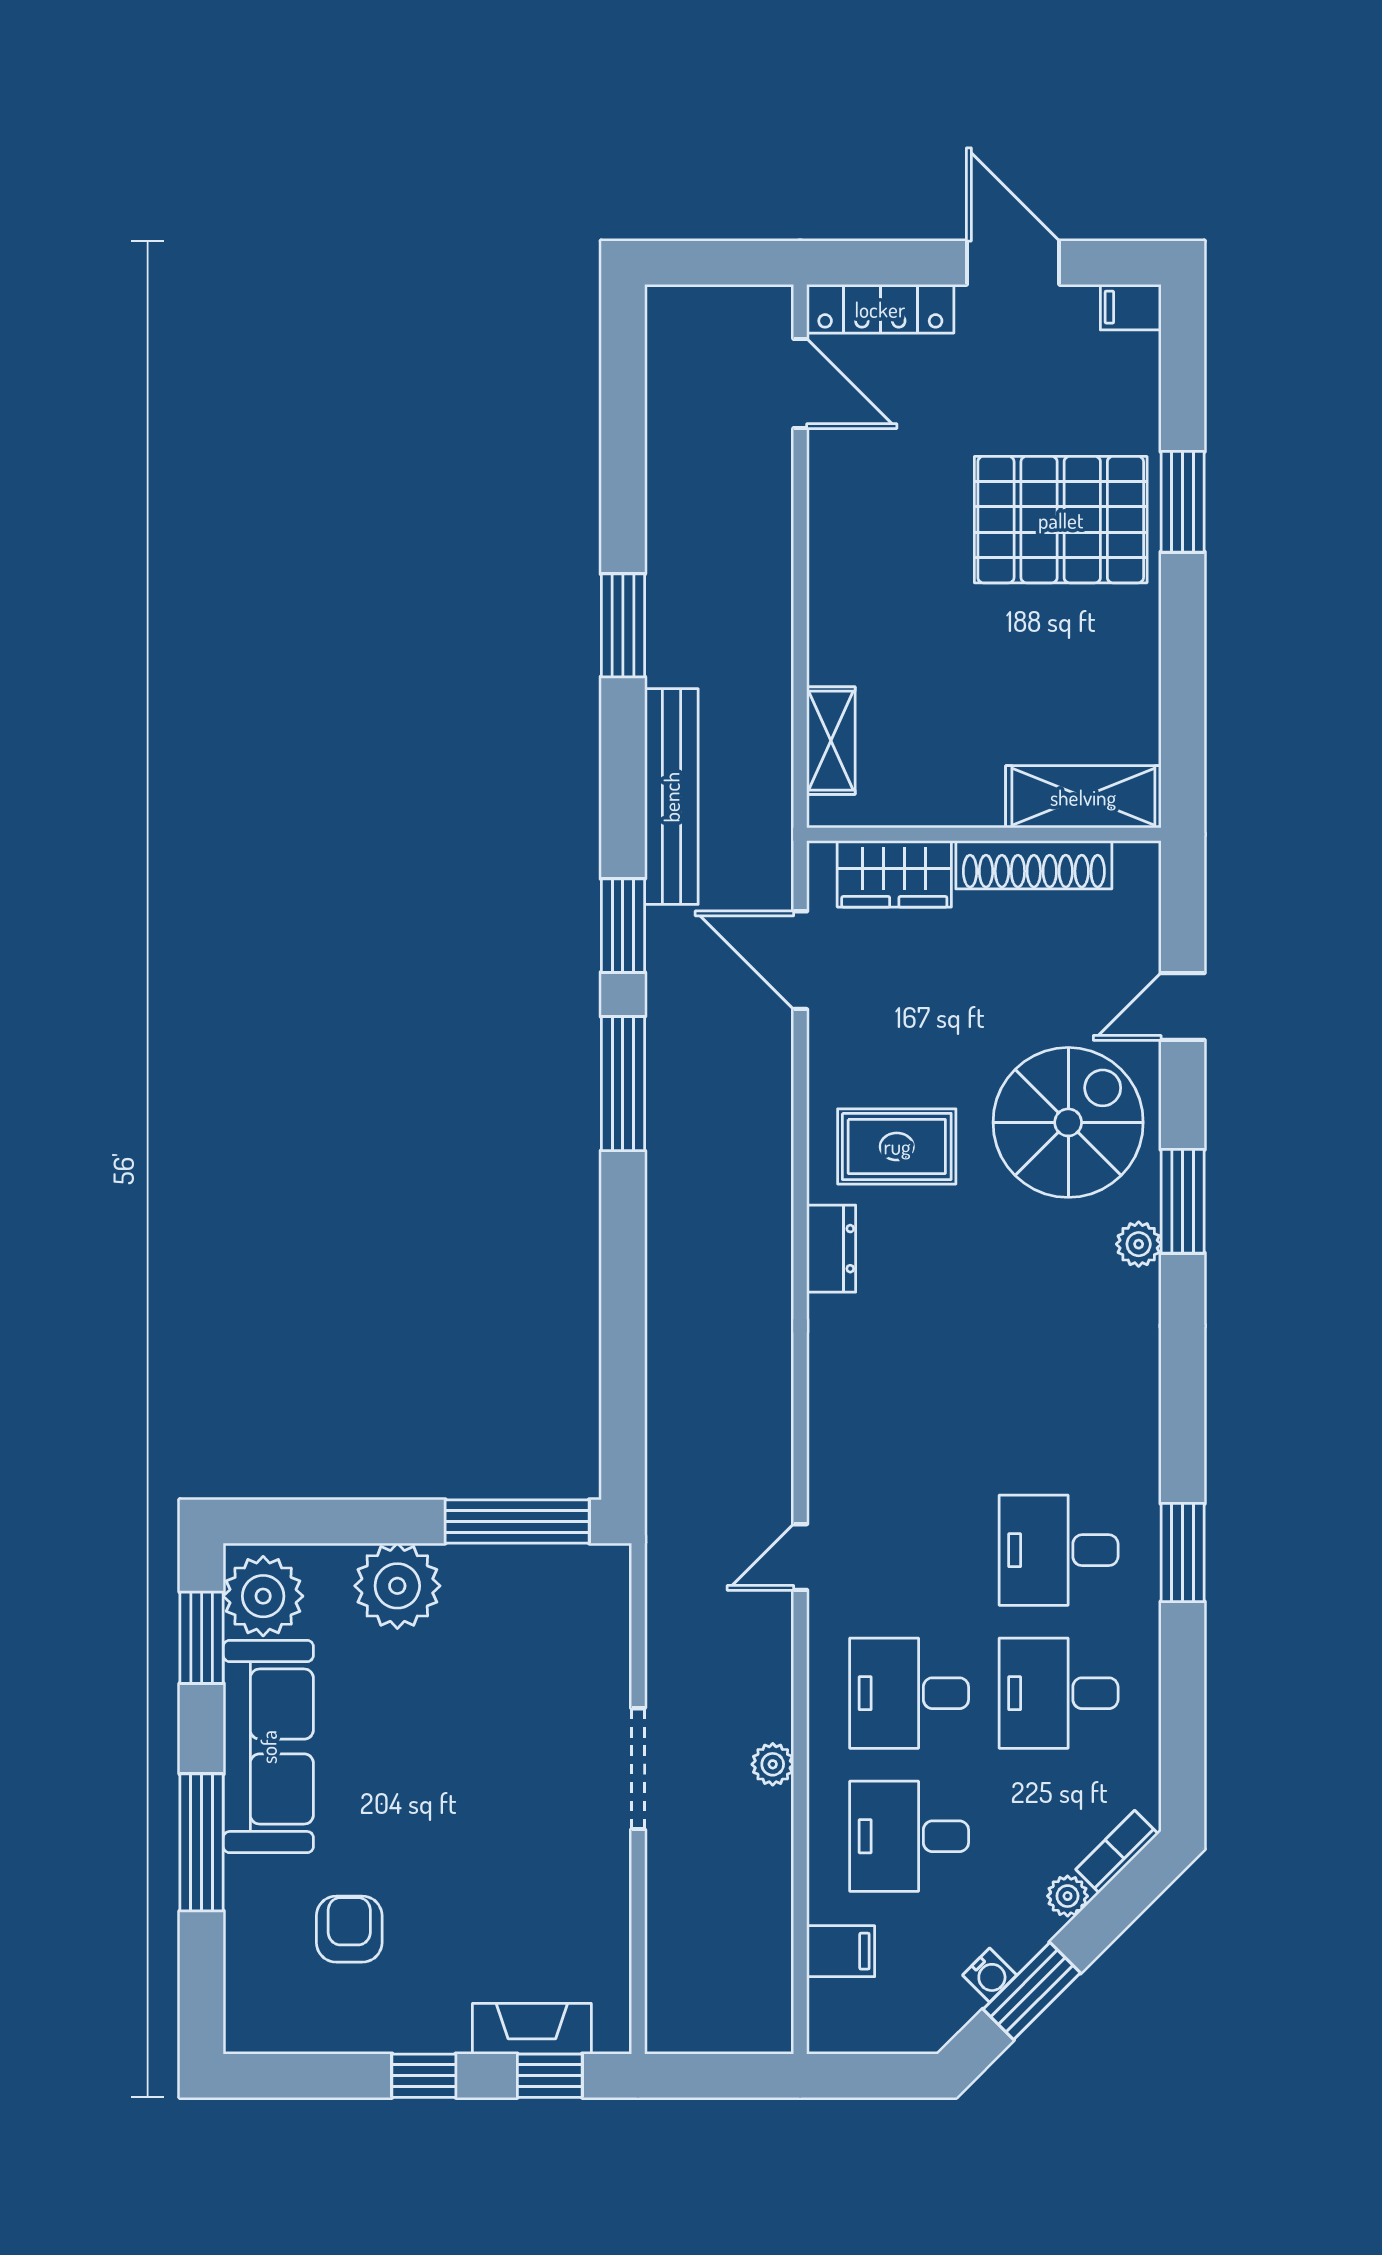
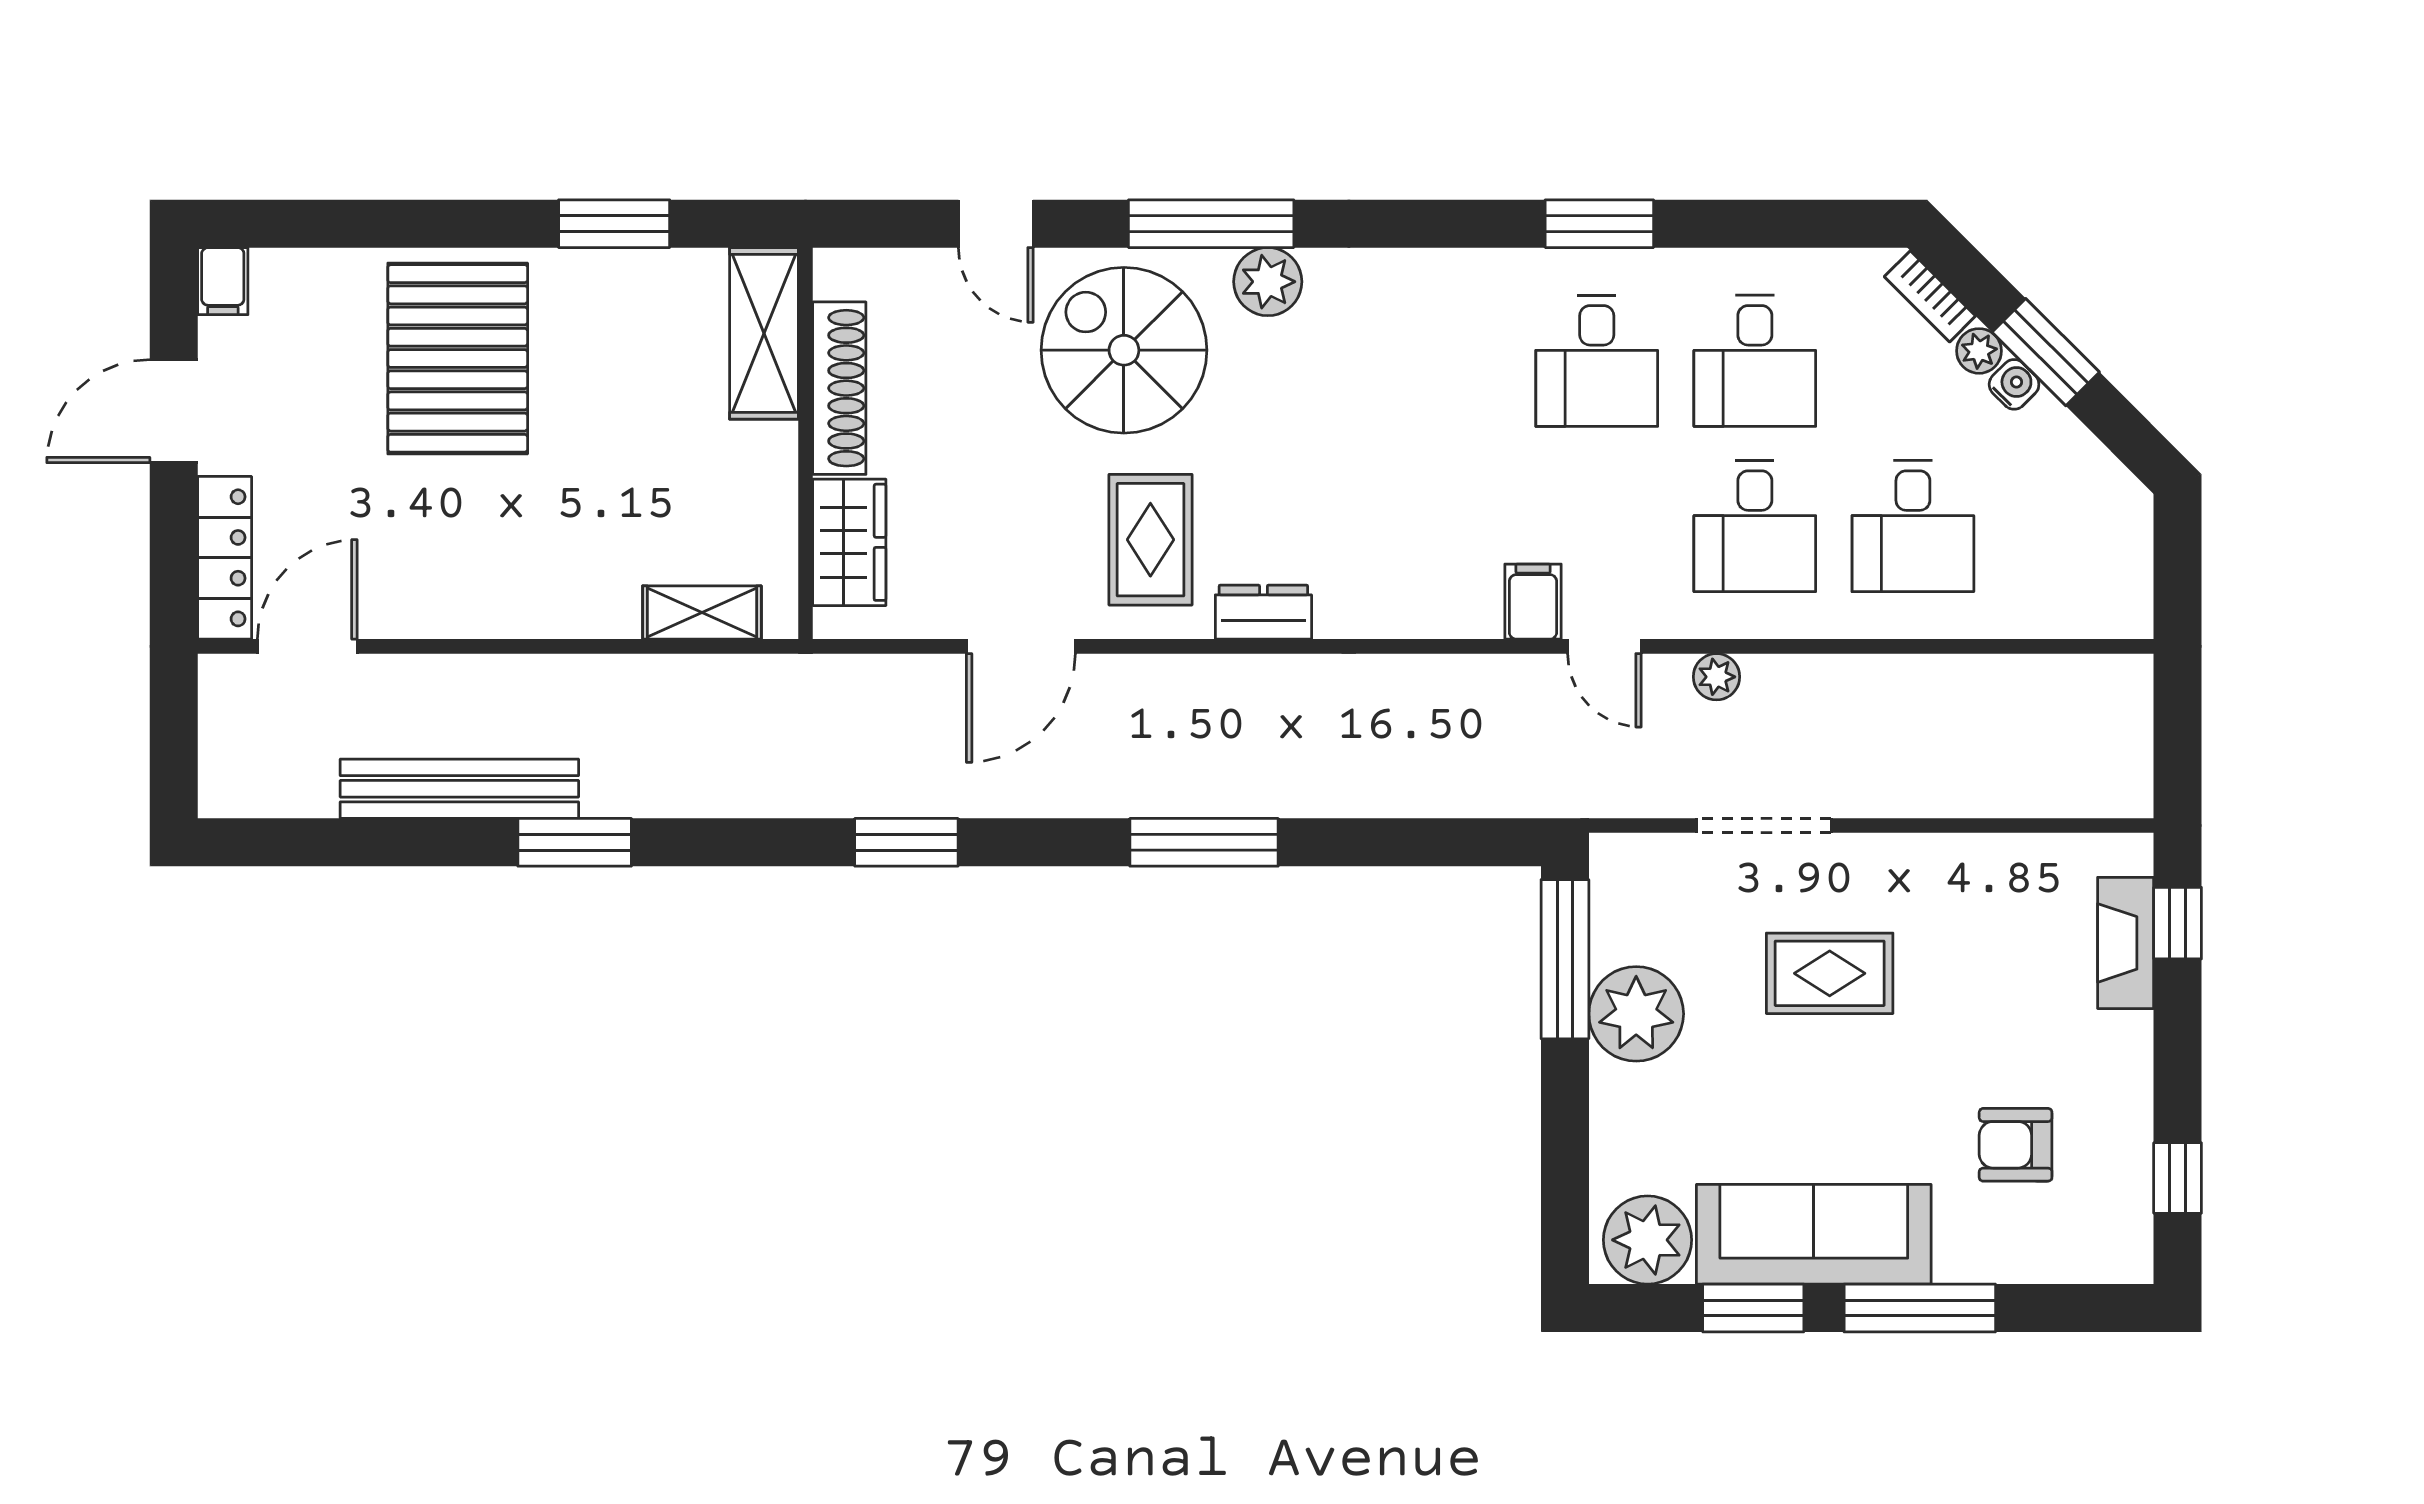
window: (1183, 502) -> (614, 224), moved
bench: (671, 797) -> (459, 789), moved
door: (800, 960) -> (1021, 646), moved
window: (623, 1084) -> (1204, 842), moved
window: (1183, 1201) -> (1211, 224), width x1.44
plant: (1139, 1244) -> (1268, 282), width x1.38, depth x1.38
plant: (397, 1586) -> (1636, 1014), moved
window: (202, 1638) -> (1753, 1308), moved
rug: (504, 1761) -> (1830, 973), added
plant: (773, 1764) -> (1716, 677), moved
doorway: (638, 1769) -> (1764, 826), moved
filing cabinet: (841, 1951) -> (1533, 602), moved
water cooler: (990, 1975) -> (2014, 384), moved
window: (1032, 1991) -> (2046, 352), moved
window: (424, 2076) -> (2178, 1178), moved

